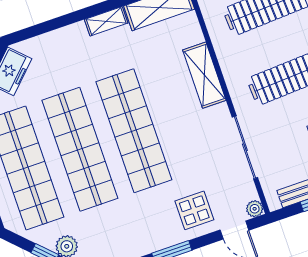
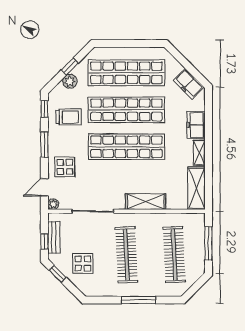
freezer: (67, 40) -> (196, 125), added
trolley: (119, 230) -> (69, 117), added

